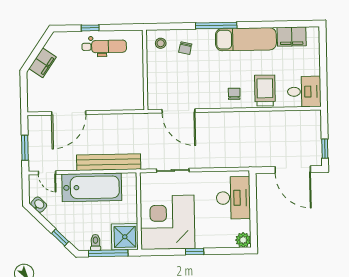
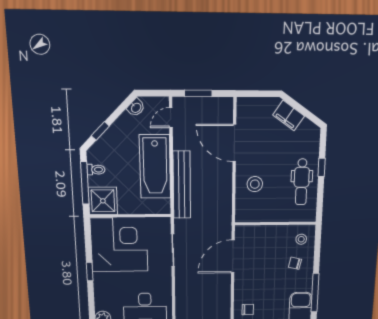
stool: (107, 92) -> (255, 184), added

